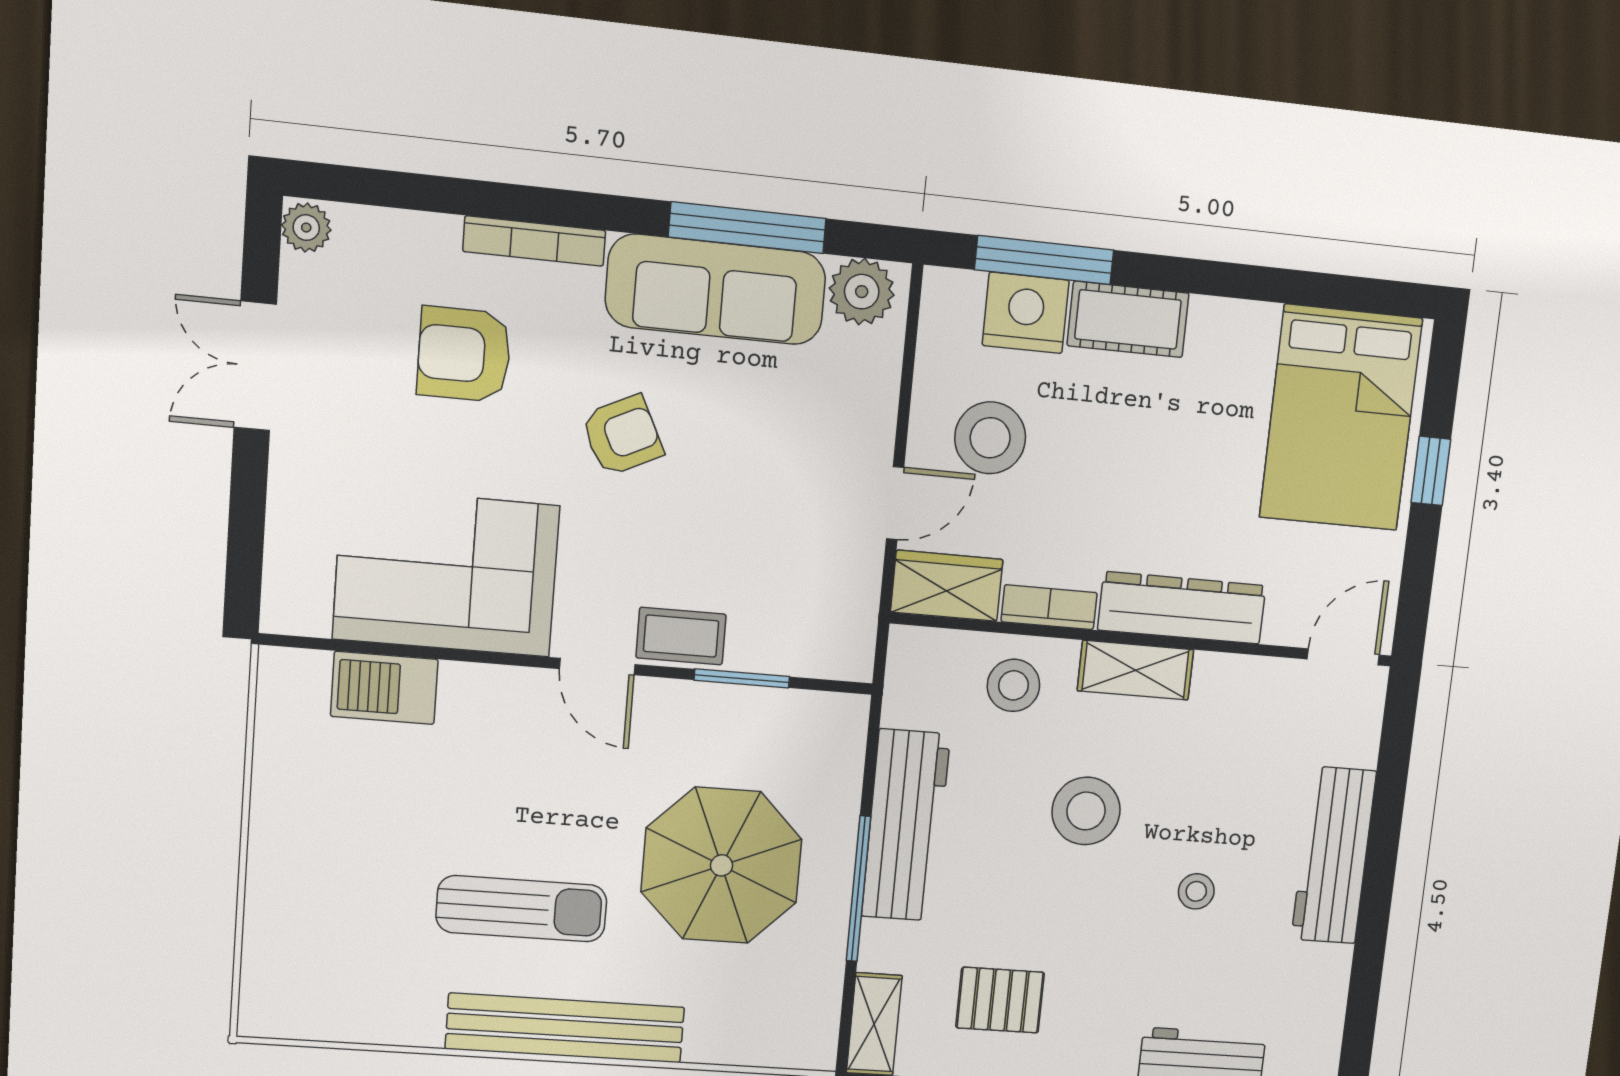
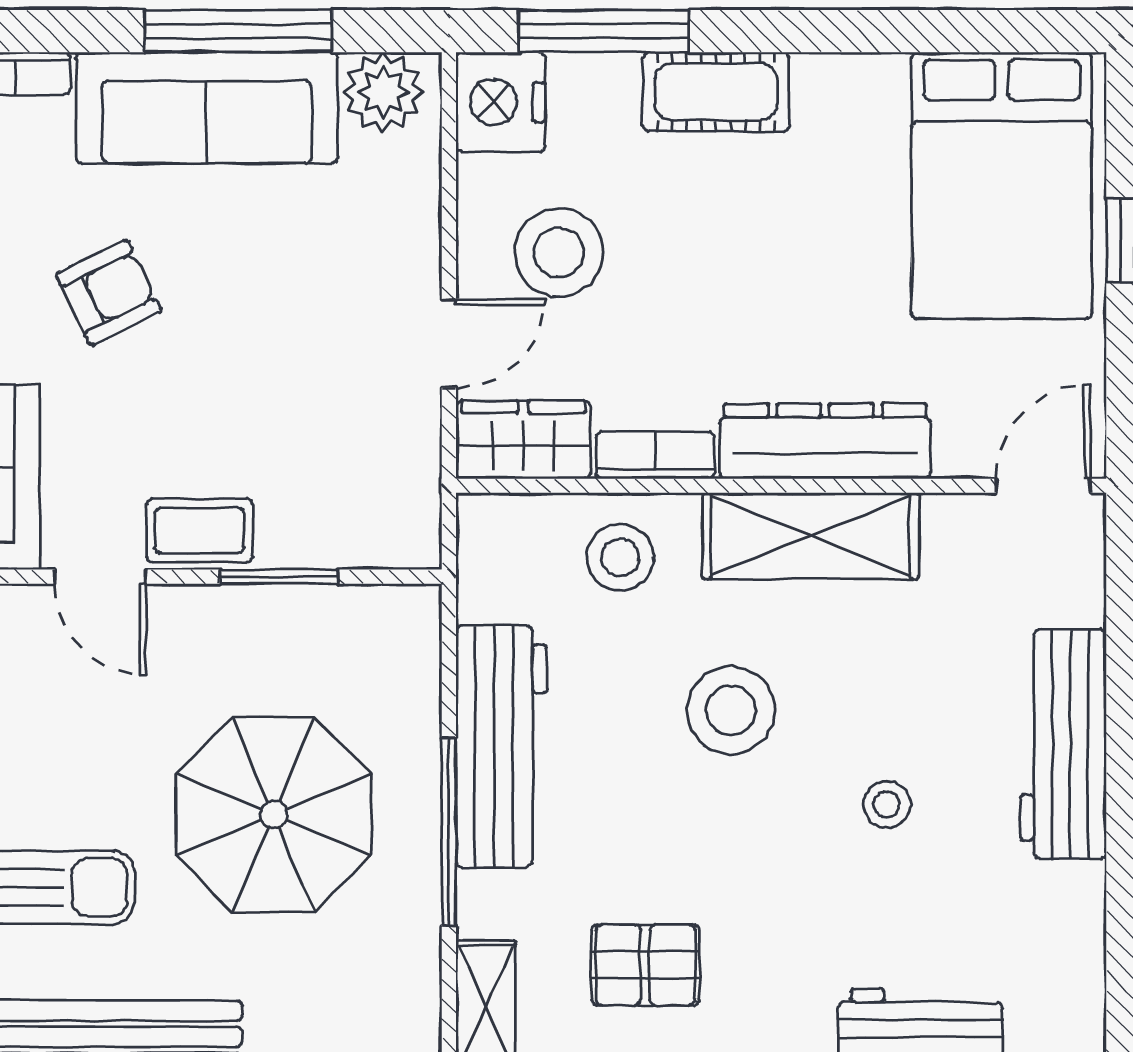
nightstand: (1026, 313) -> (501, 102), moved, turned -90
shelving: (1135, 670) -> (811, 536), width x1.50, depth x1.33

